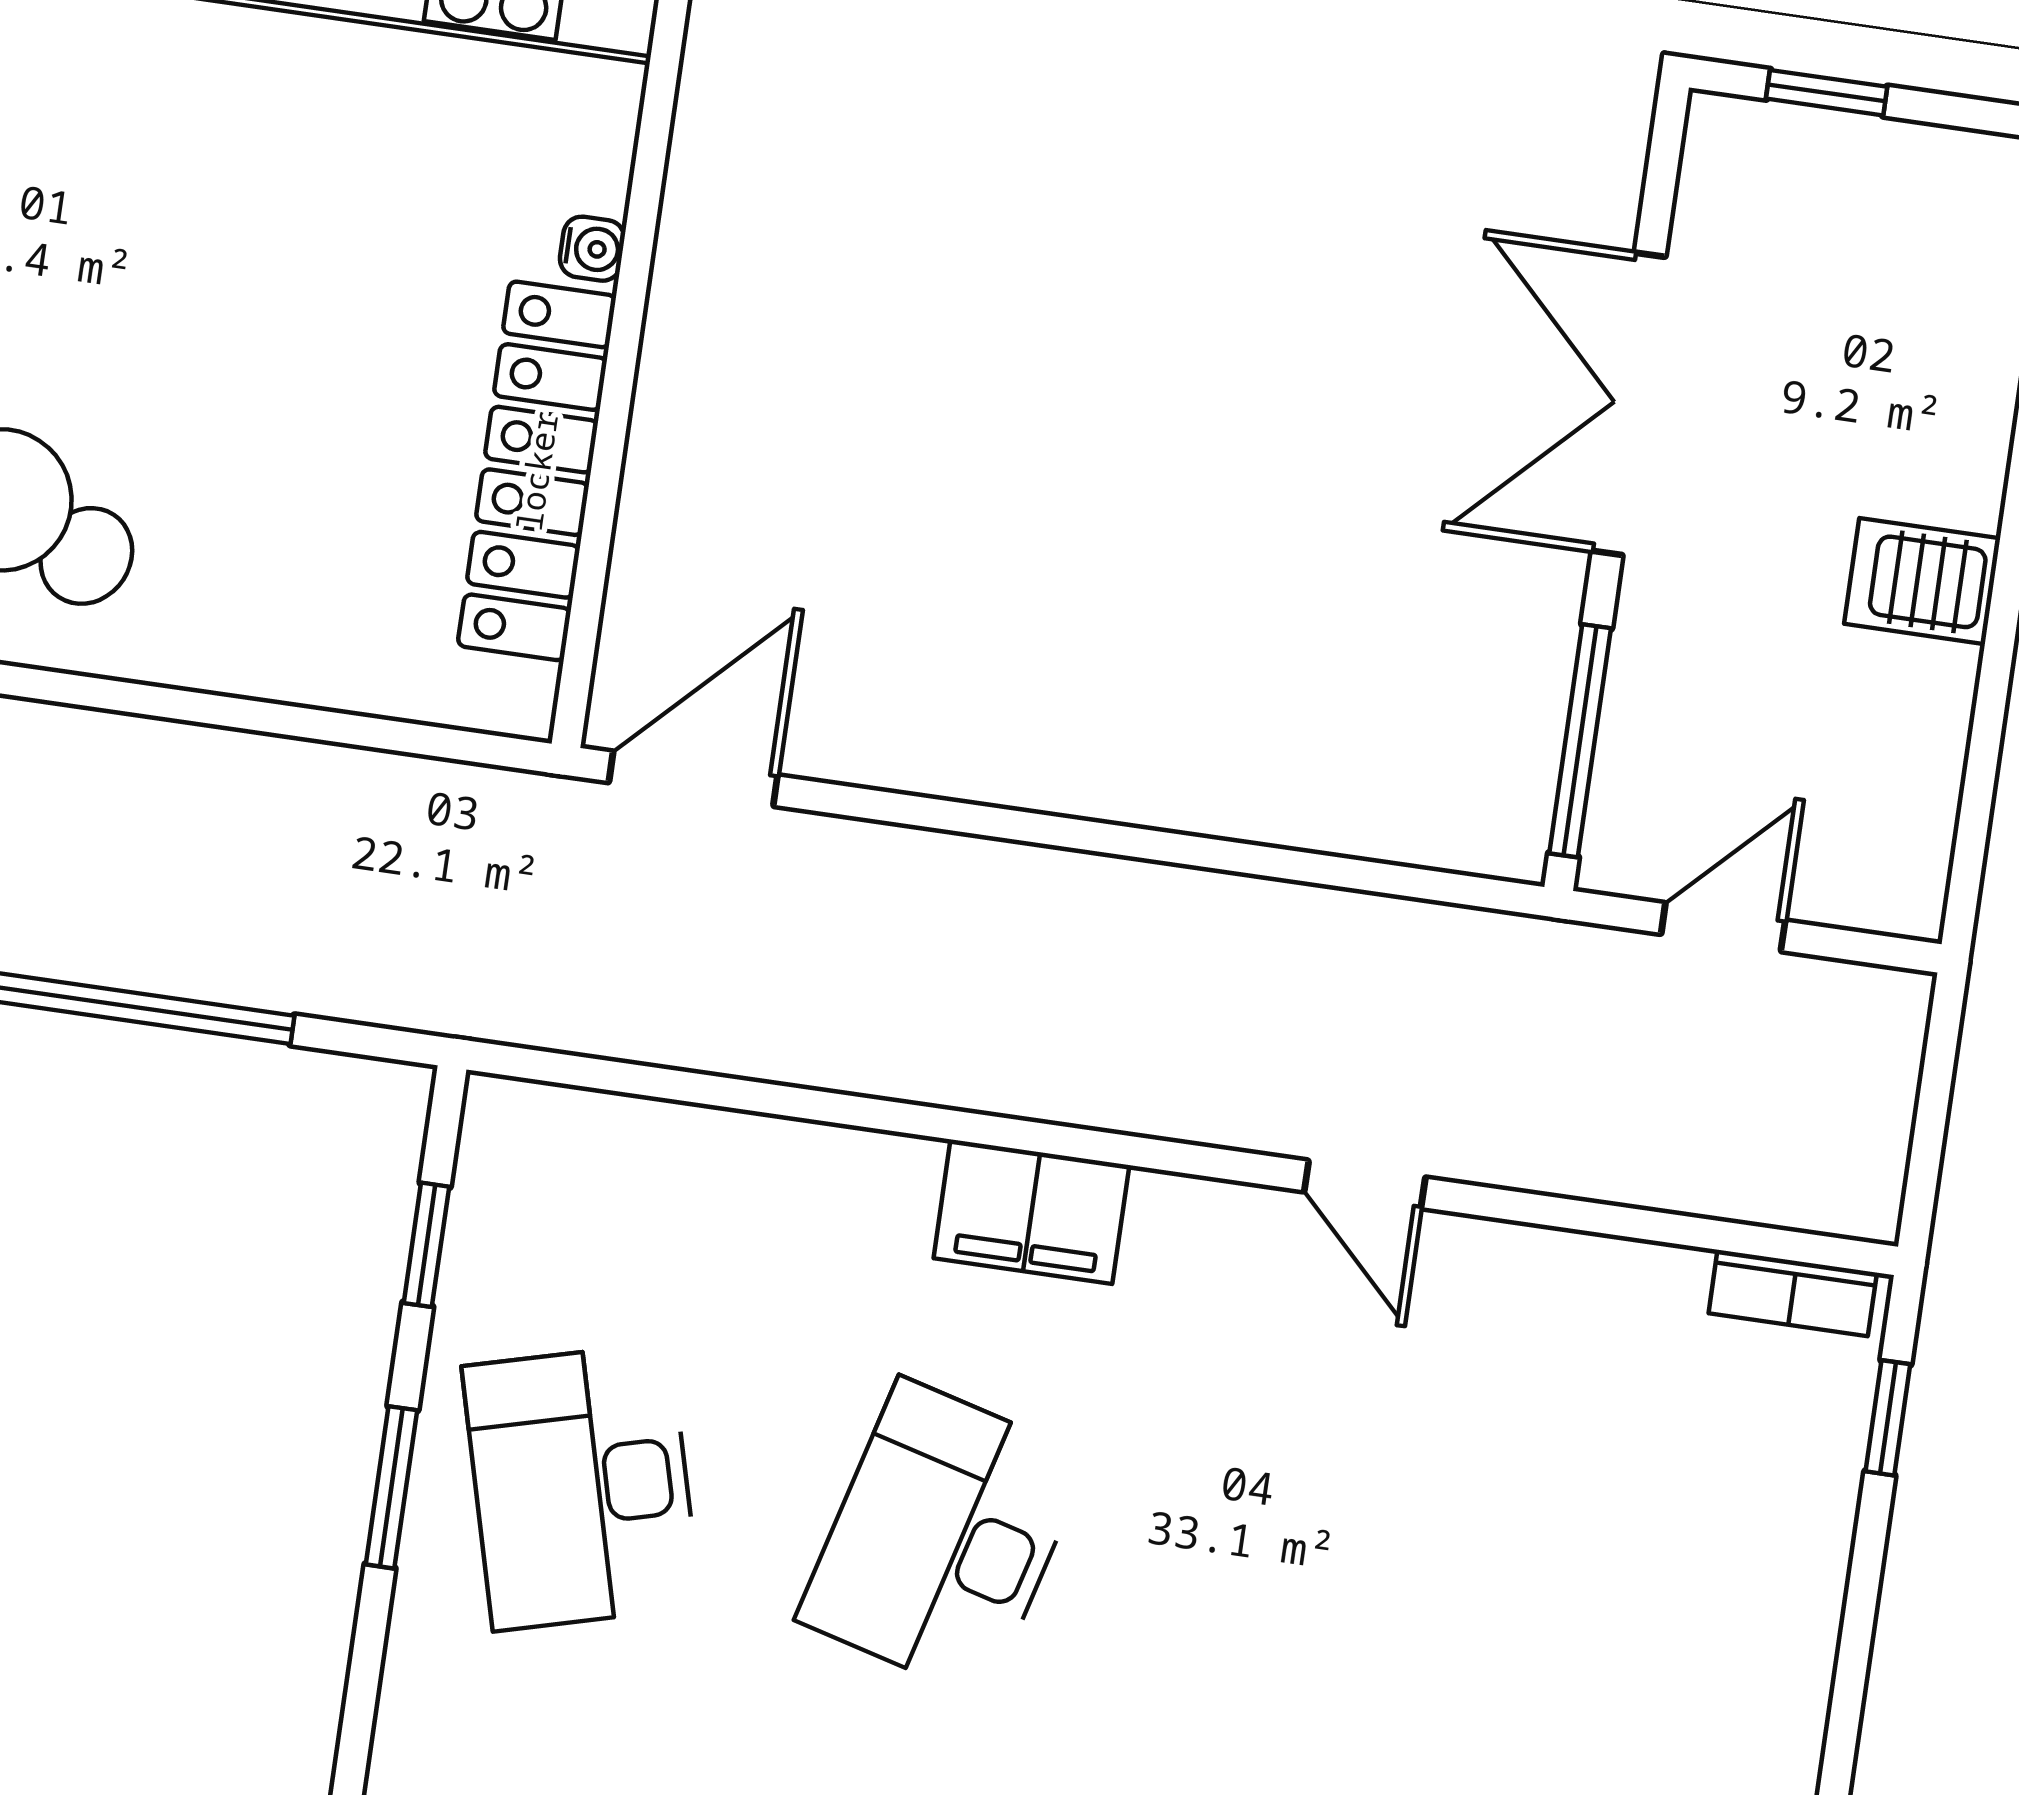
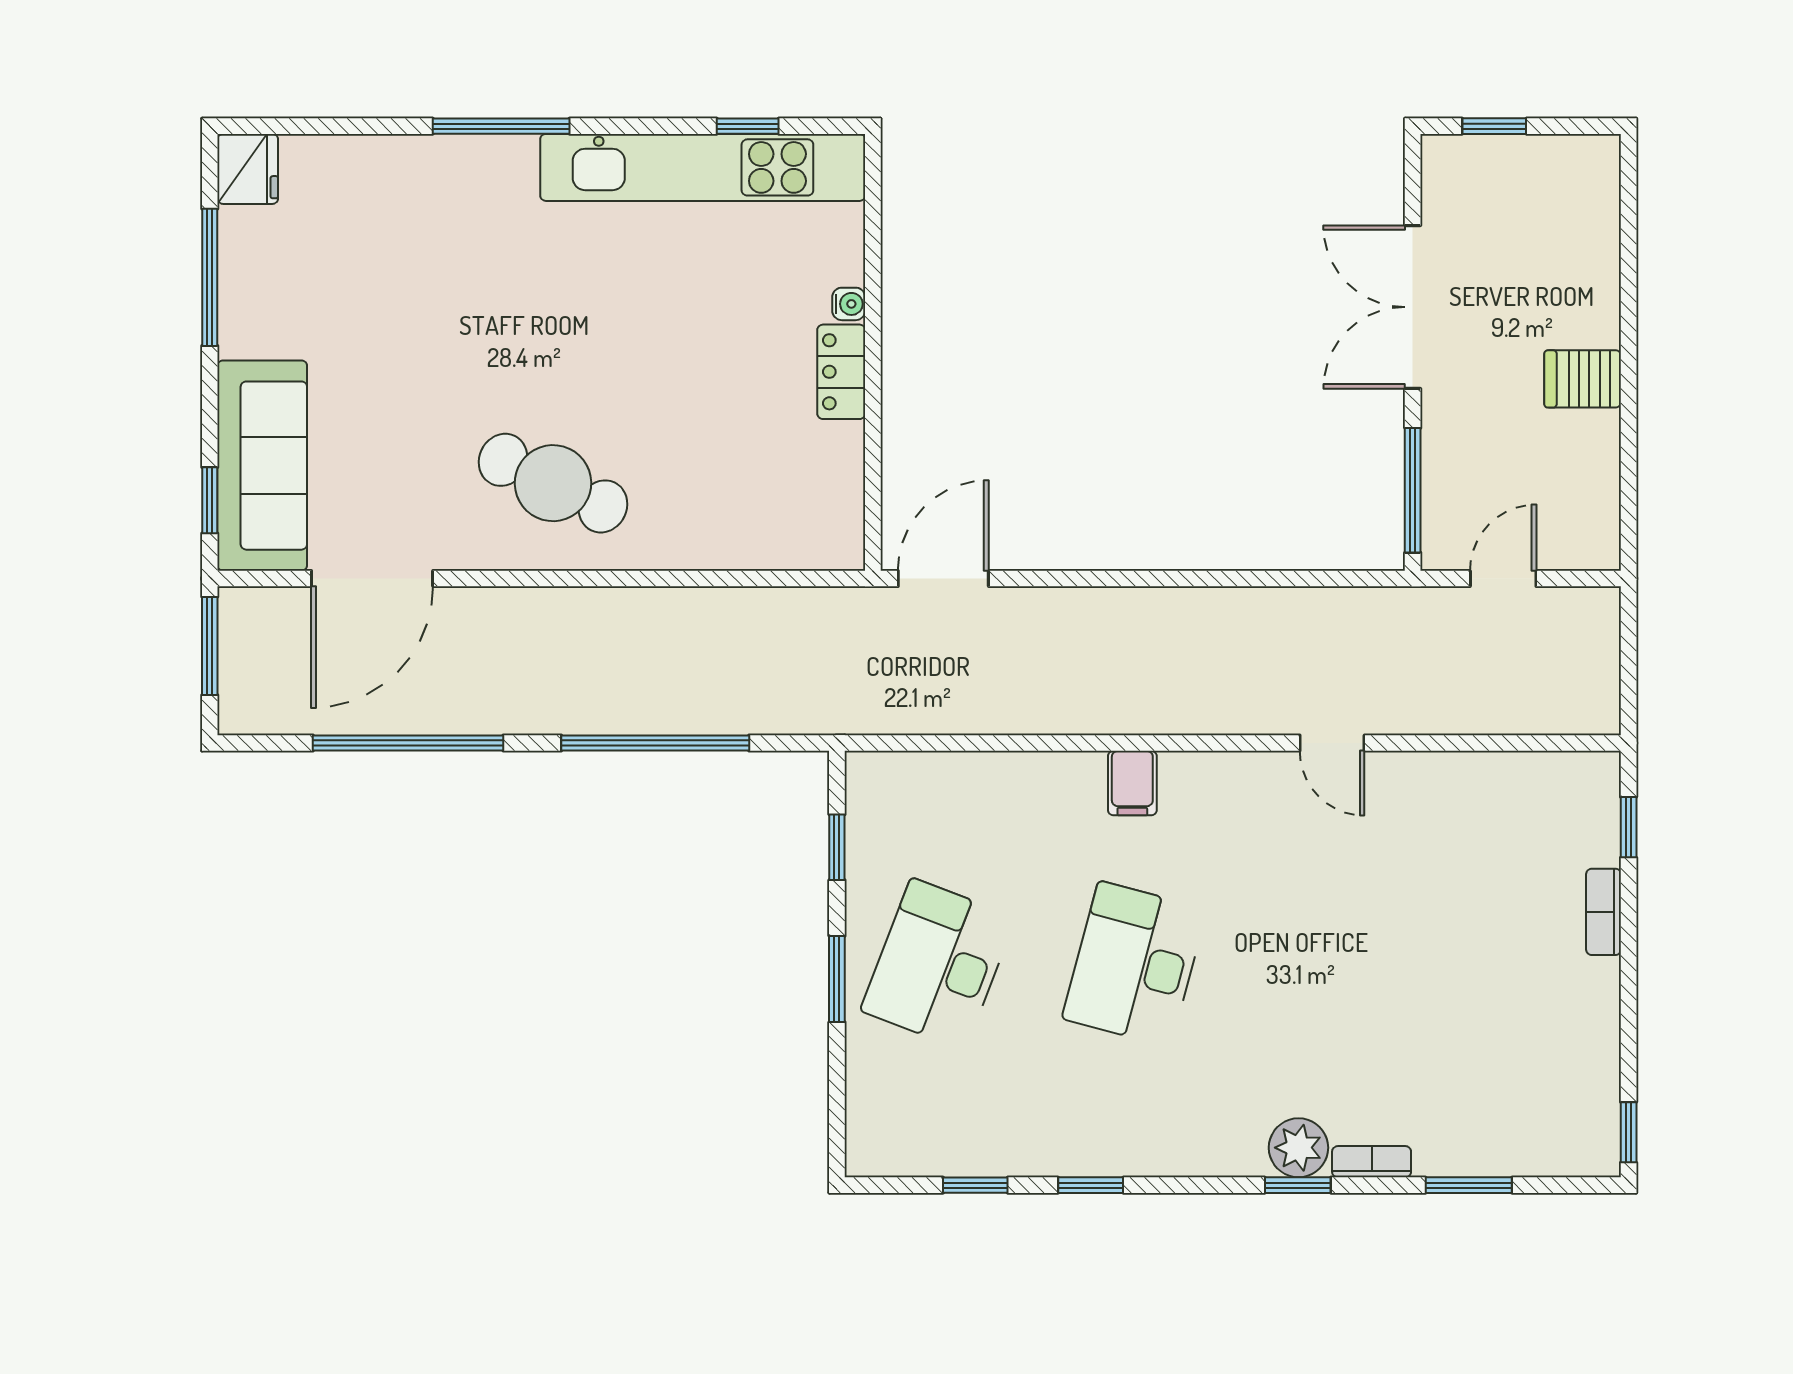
locker: (537, 471) -> (841, 372), width x0.46, depth x0.83
filing cabinet: (1031, 1212) -> (1132, 783), width x0.50
bookcase: (1793, 1293) -> (1604, 912), moved, turned 90
desk: (581, 1487) -> (938, 964), turned 36

